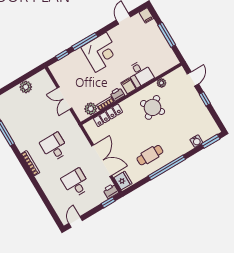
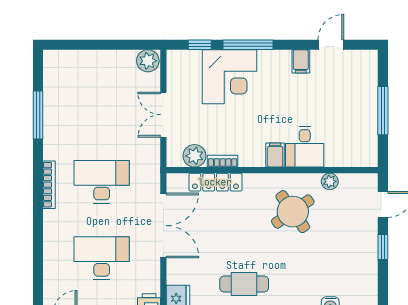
filing cabinet: (146, 15) -> (301, 61), moved
corner desk: (101, 52) -> (229, 77), moved
plant: (26, 87) -> (148, 61), moved
printer: (117, 94) -> (250, 158), removed
desk: (54, 147) -> (102, 182), width x1.37
double door: (102, 161) -> (163, 226), moved
desk: (76, 183) -> (102, 258), width x1.37

